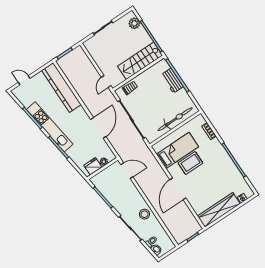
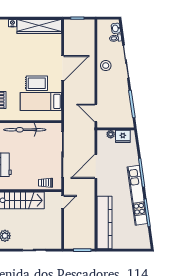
door: (24, 80) -> (133, 250), removed

